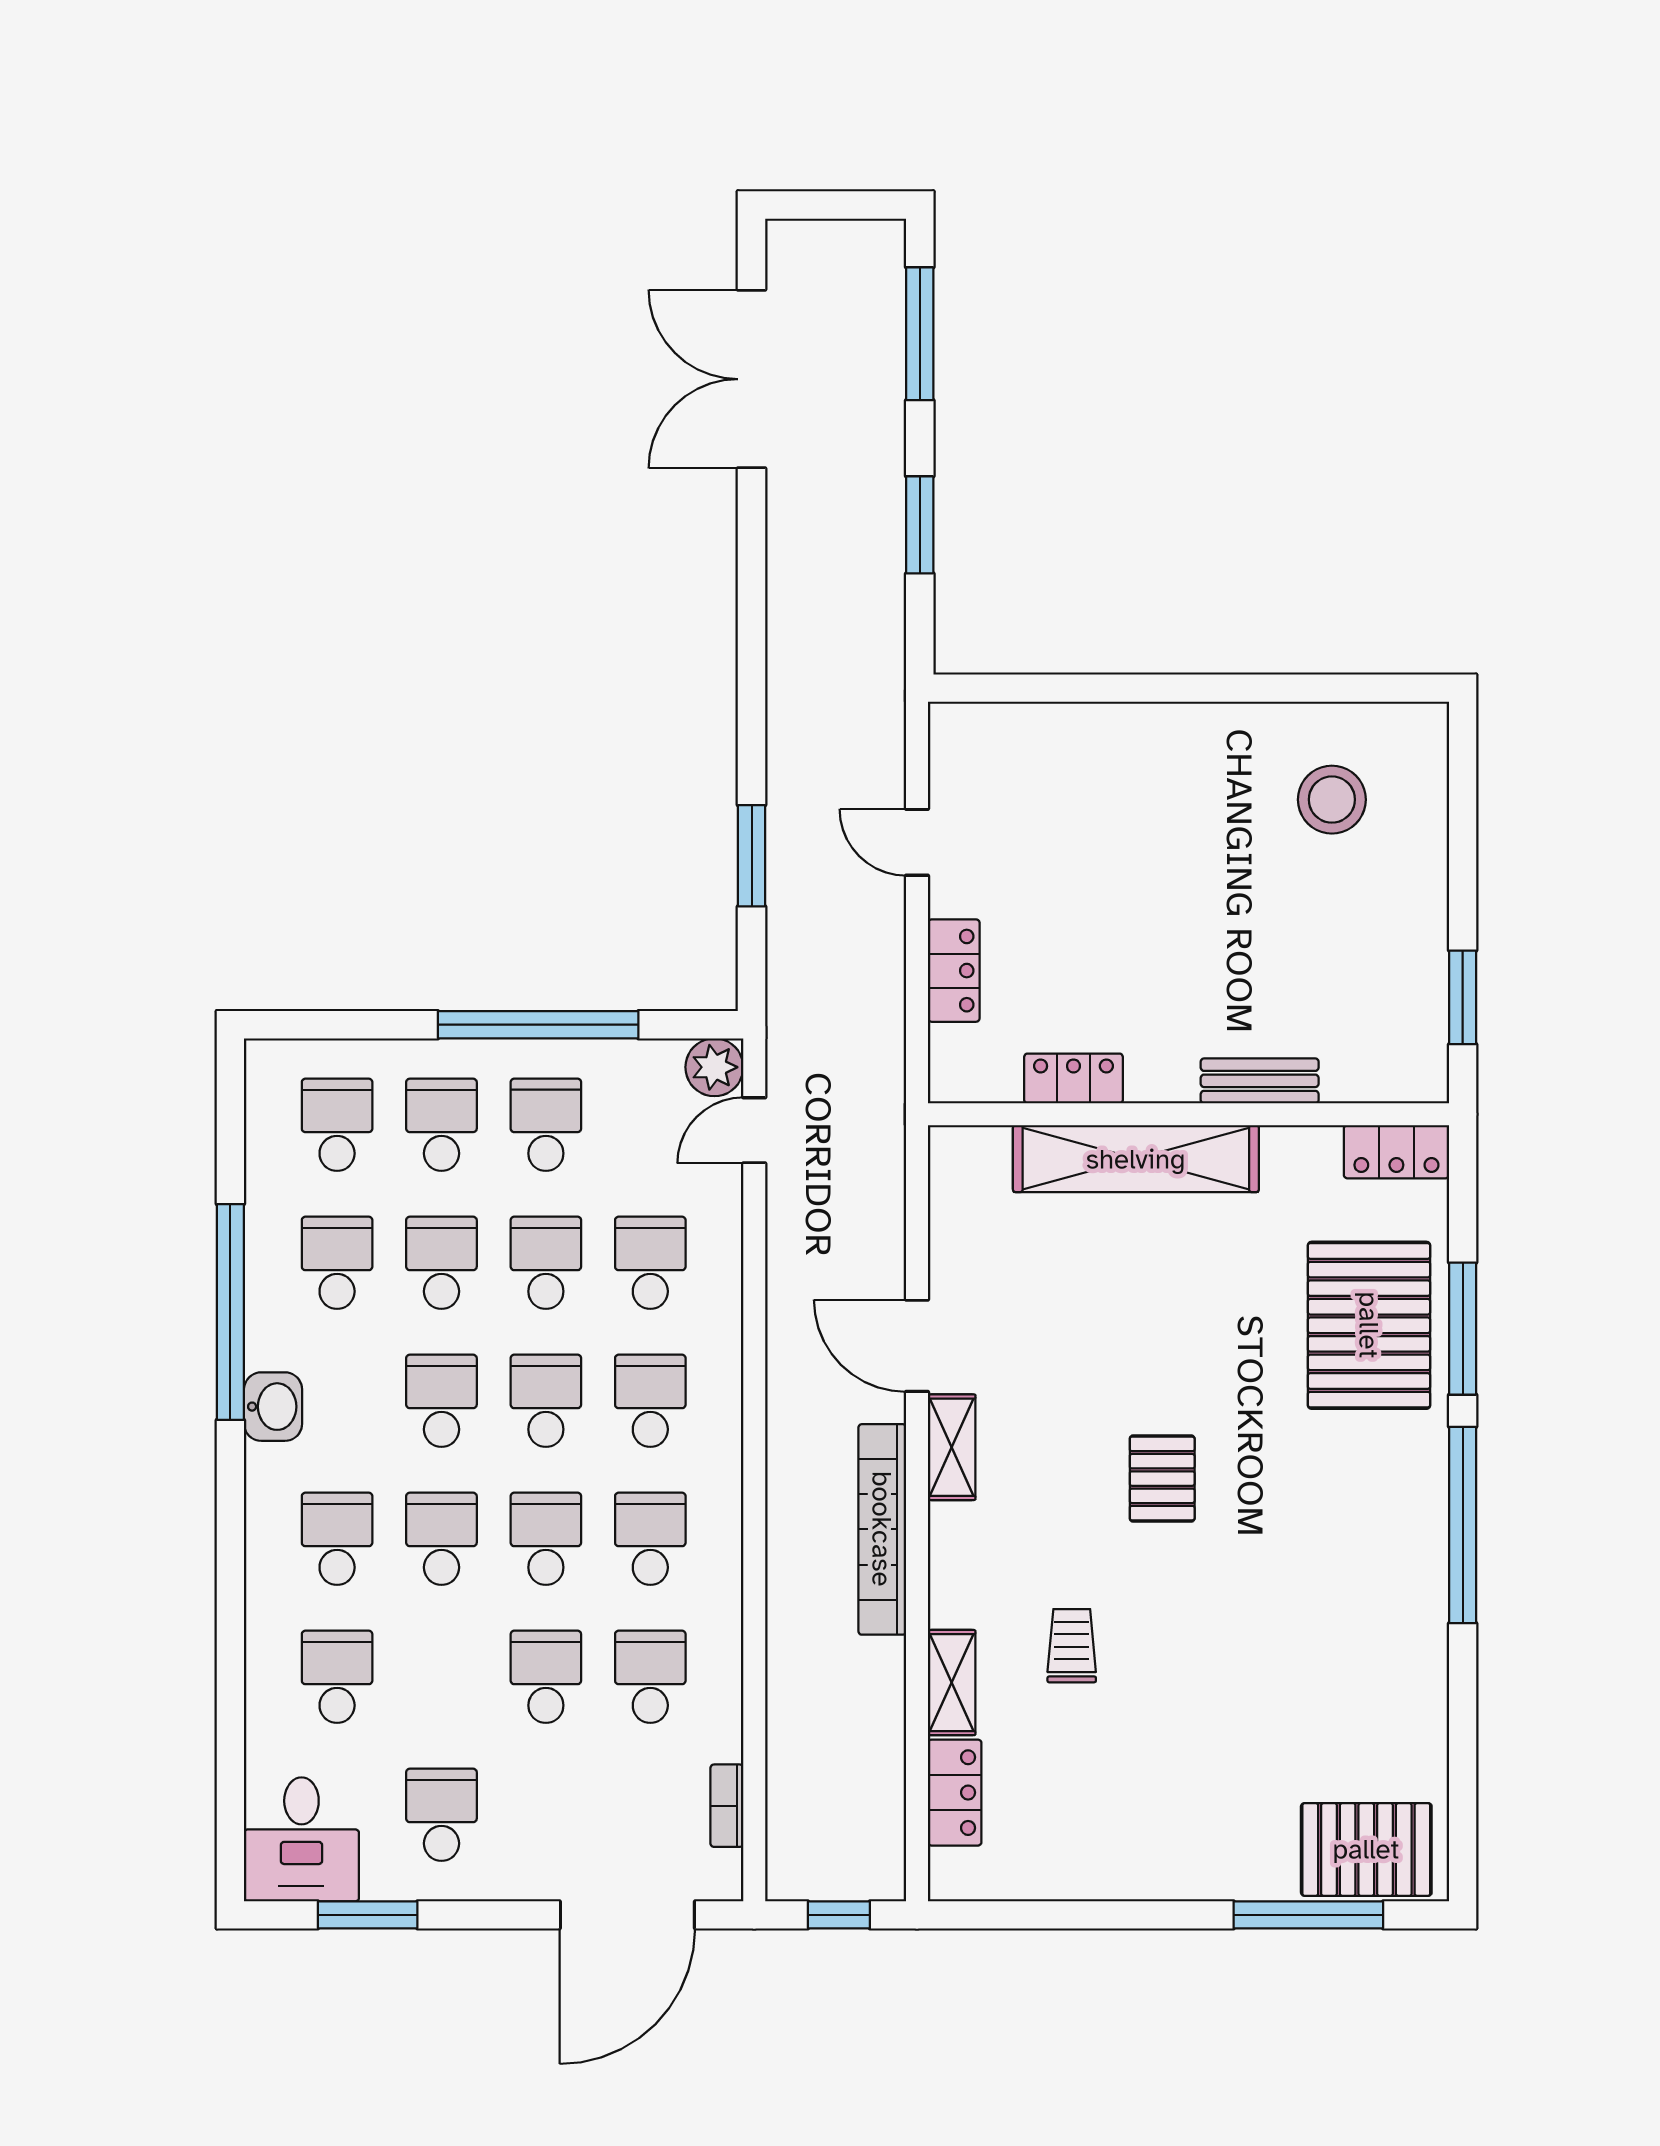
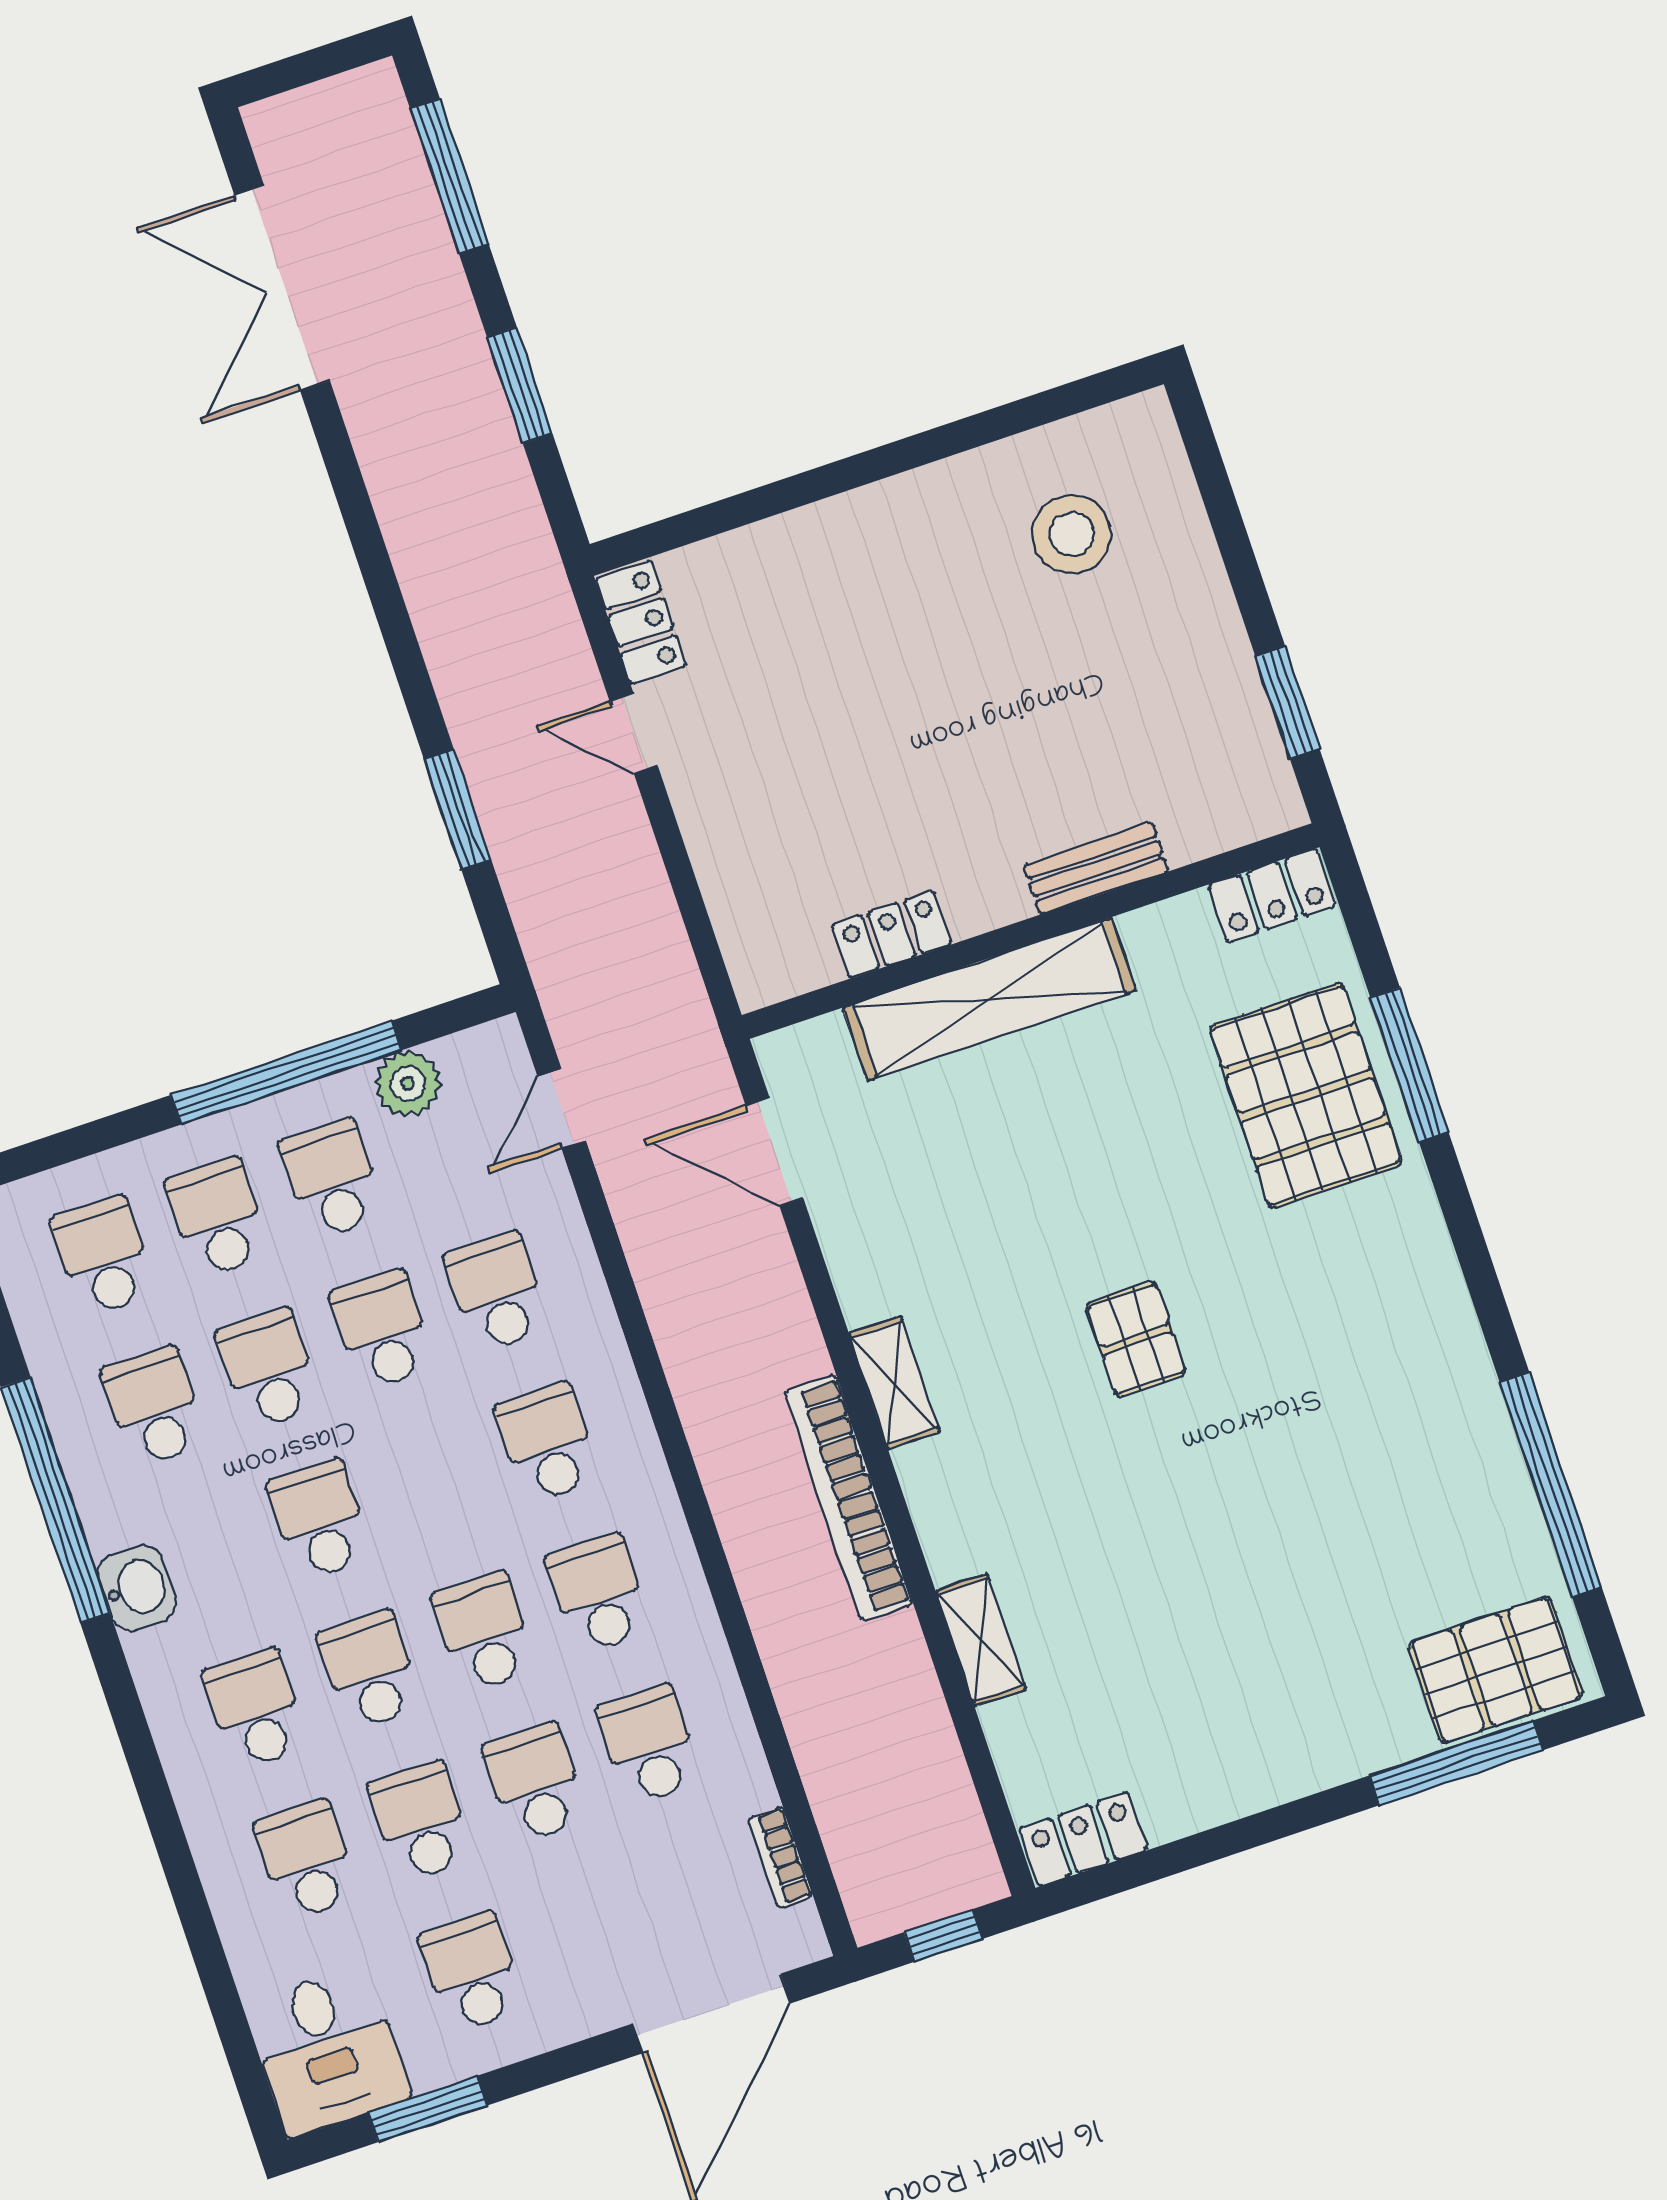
locker: (954, 971) -> (641, 622), moved
plant: (714, 1067) -> (408, 1084), moved
door: (917, 1346) -> (774, 1152), moved
school desk: (546, 1401) -> (421, 1821), moved
window: (1463, 1525) -> (1551, 1485), moved
trolley: (1072, 1646) -> (1099, 1555), removed
locker: (955, 1793) -> (1083, 1839), moved, turned -90

